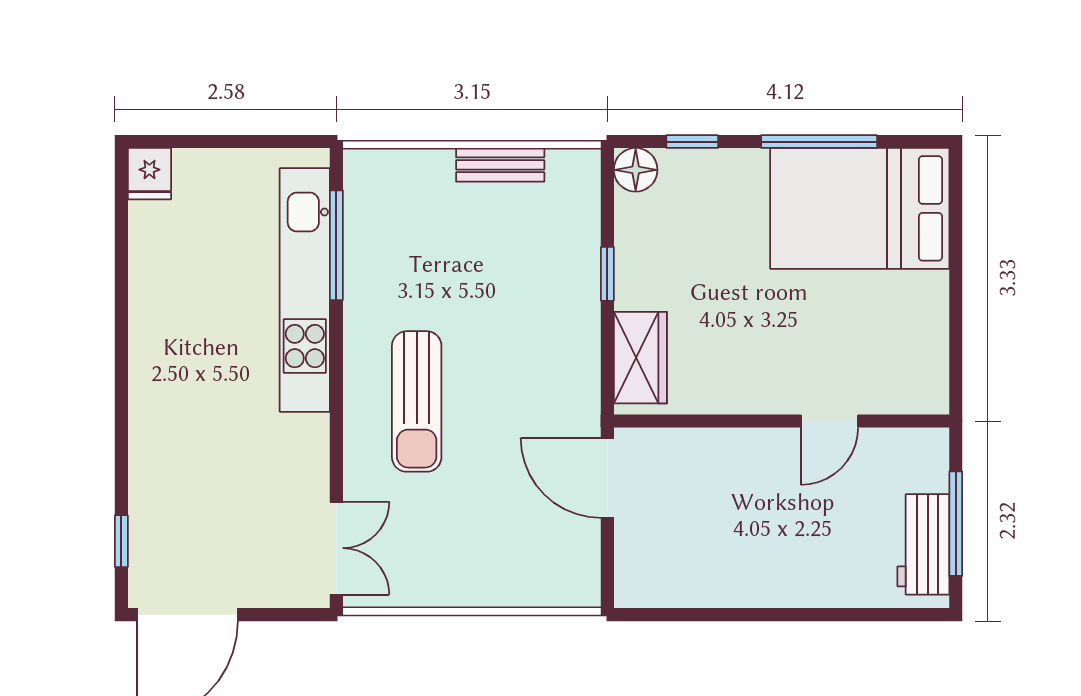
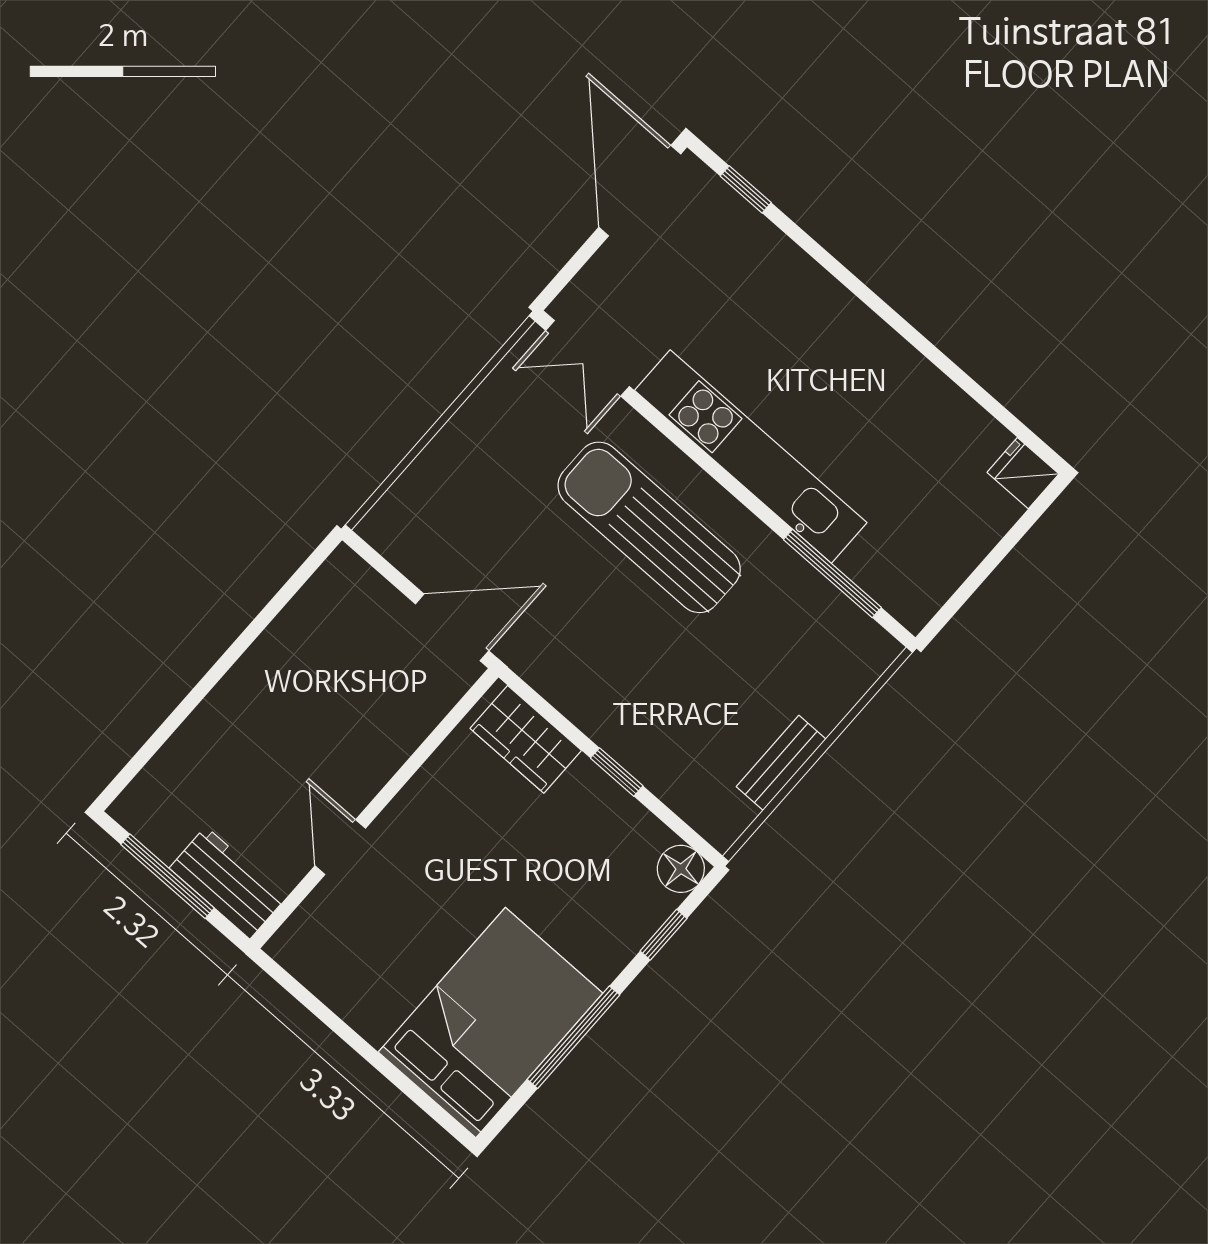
kitchen unit: (305, 290) -> (751, 457), moved
sun lounger: (417, 401) -> (649, 527), width x1.36, depth x1.34
workbench: (923, 544) -> (228, 883), moved

